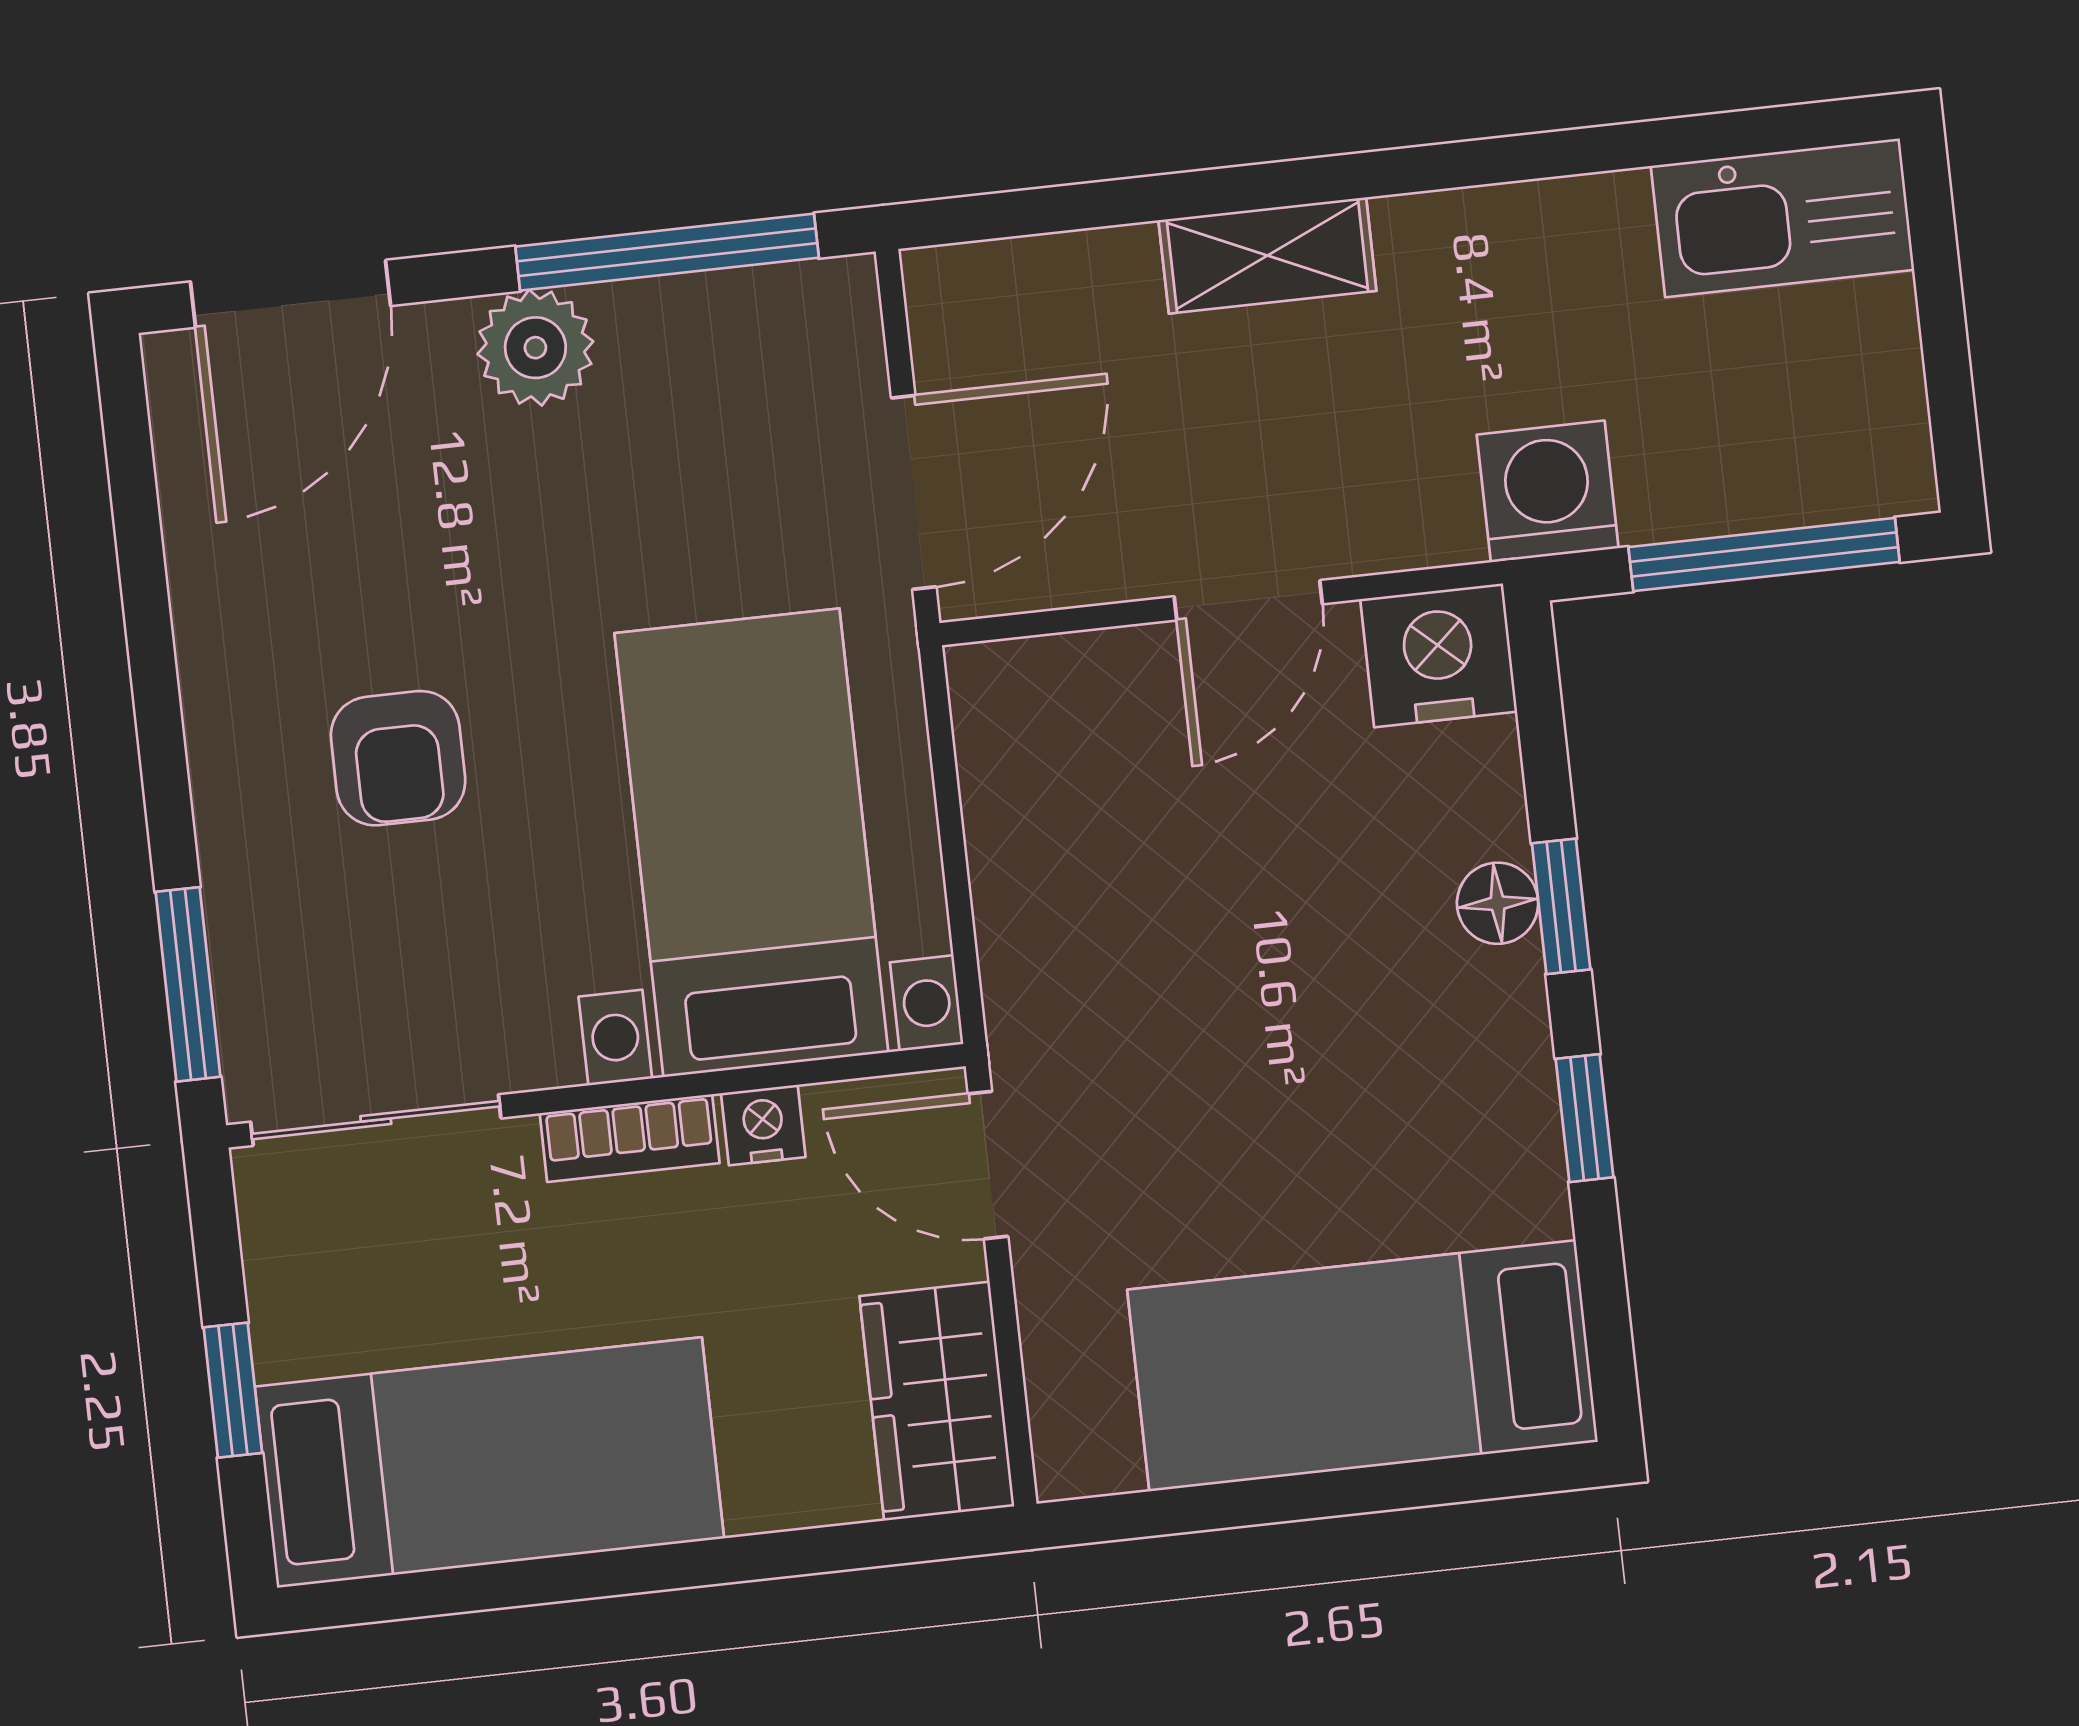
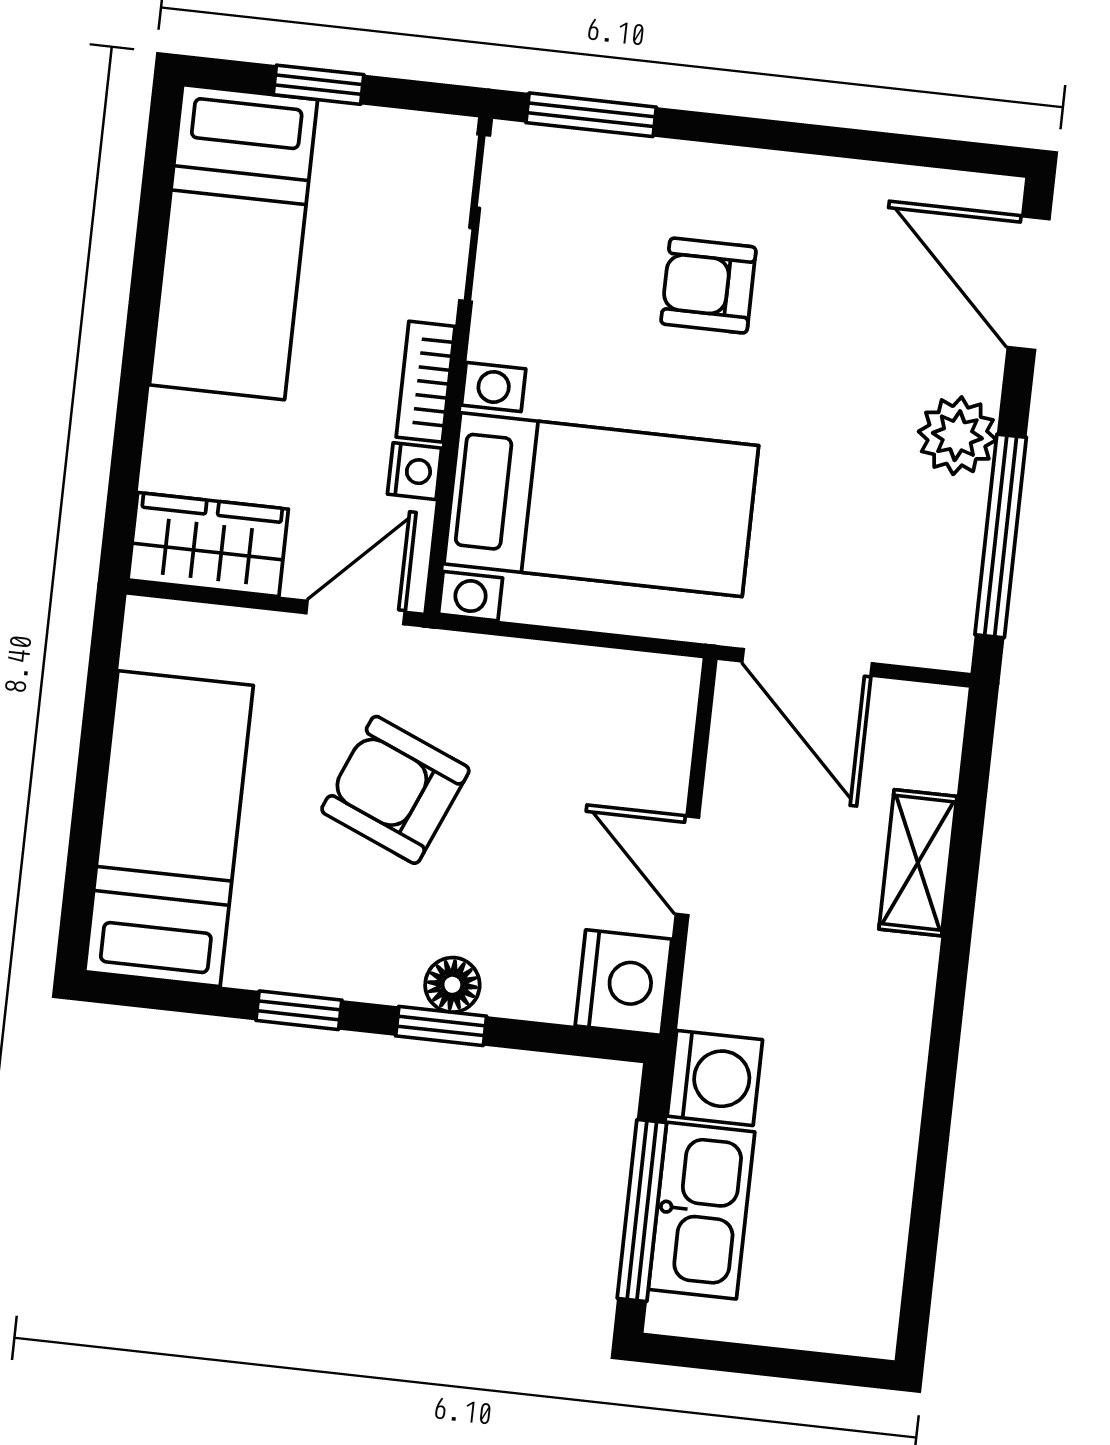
kitchen sink: (1782, 218) -> (701, 1211), moved, turned 180
shelving: (1267, 255) -> (918, 863), moved
armchair: (1233, 1049) -> (395, 790), added

